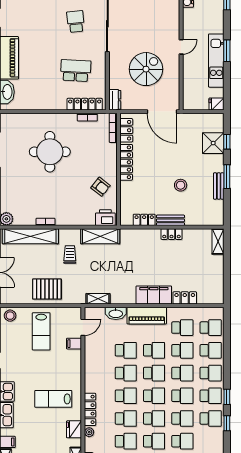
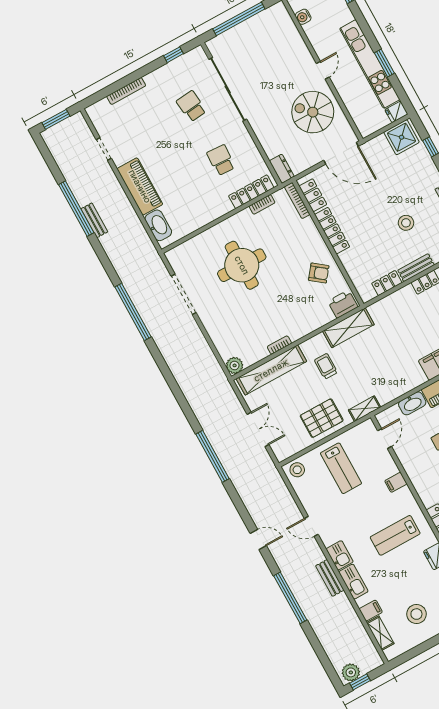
window: (227, 51) -> (384, 63), moved
kitchen unit: (216, 61) -> (370, 64), width x1.36
spiral stairs: (146, 69) -> (313, 112), moved, turned -90
school desk: (76, 71) -> (221, 160), width x0.54
shower: (213, 143) -> (402, 137), moved
shelving: (98, 299) -> (364, 409), moved
filing cabinet: (74, 344) -> (396, 482), moved

